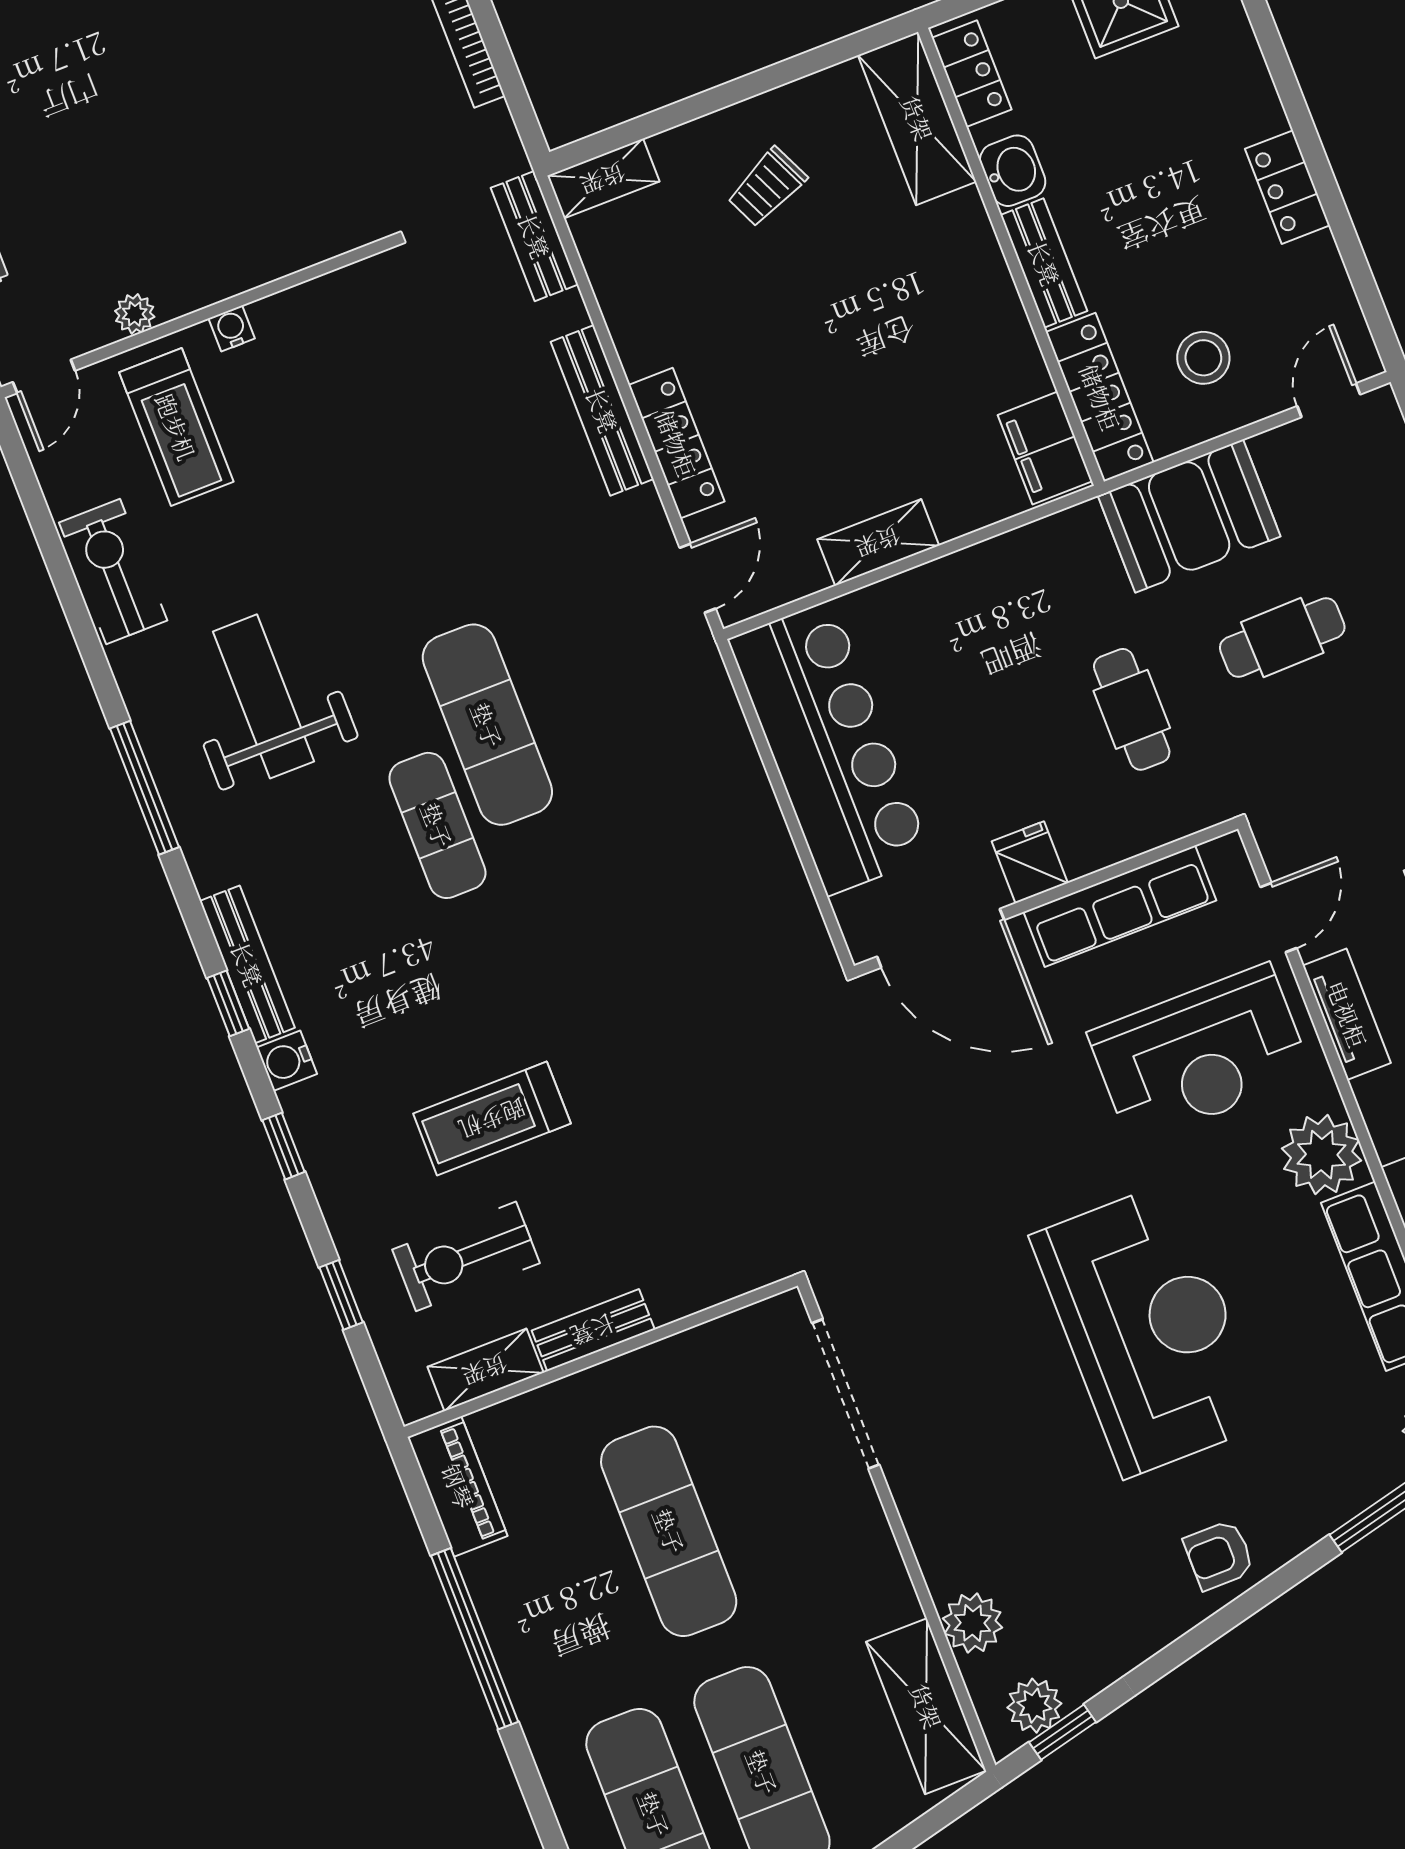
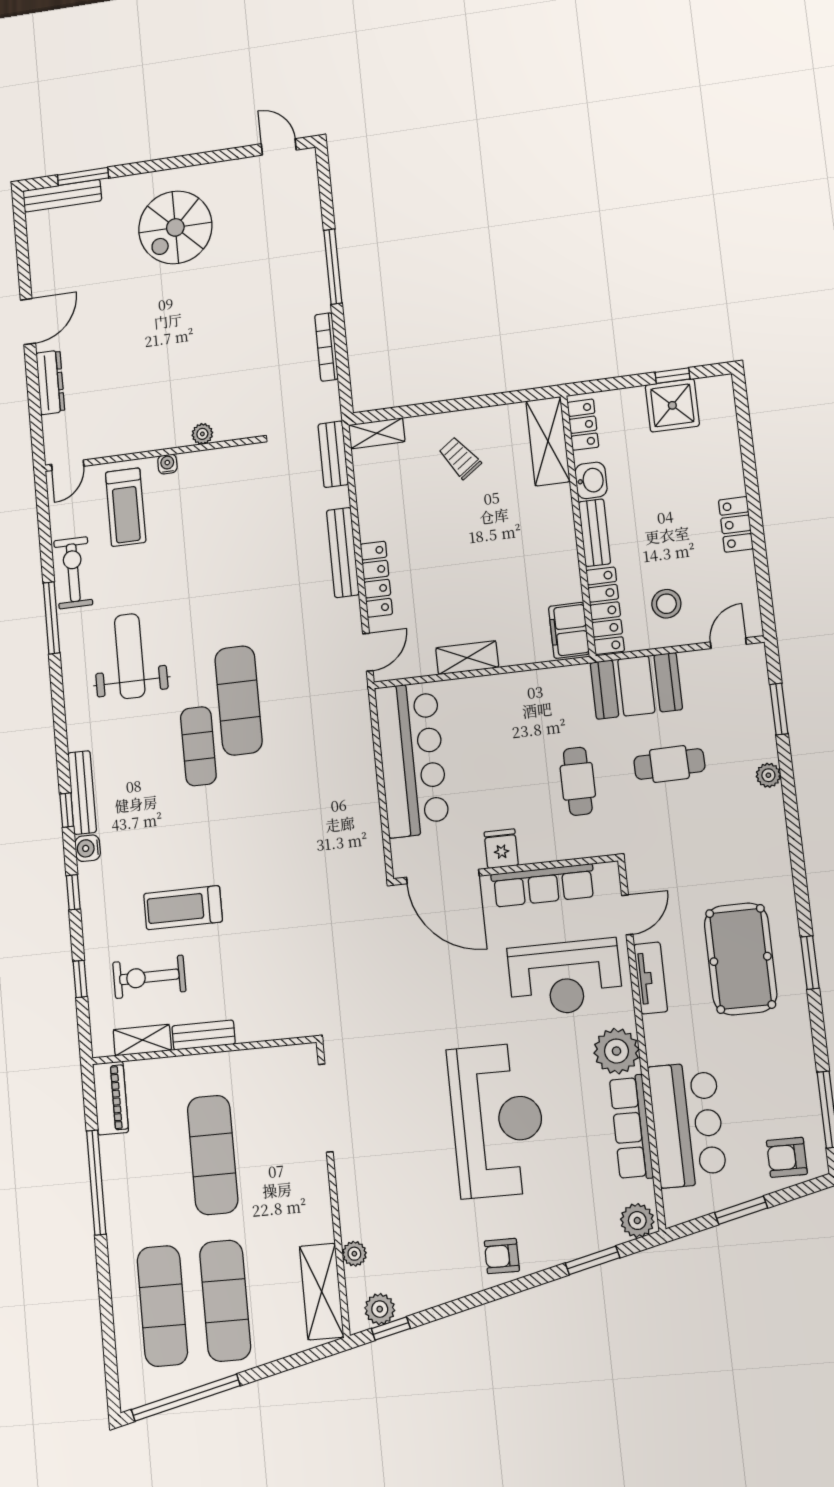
trolley: (767, 187) -> (460, 458), turned 79
plant: (135, 314) -> (202, 434), moved
window: (145, 788) -> (51, 618), moved
plant: (973, 1623) -> (354, 1254), width x0.73, depth x0.73

